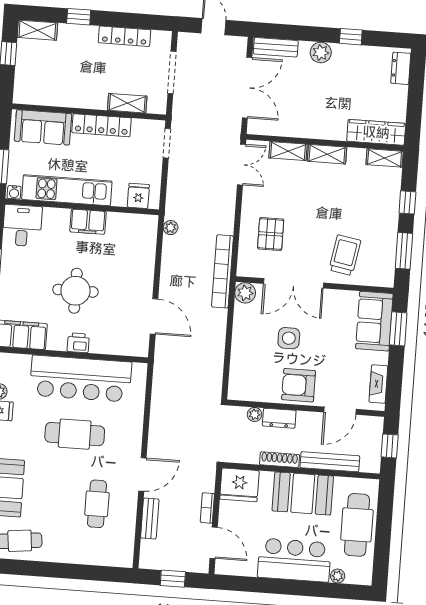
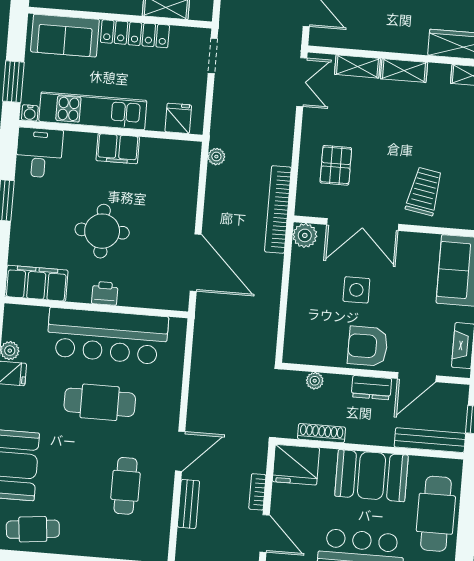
door: (154, 316) -> (196, 263), width x1.36
dresser: (279, 418) -> (371, 388), moved
shoe rack: (279, 460) -> (322, 433), moved
bench: (330, 462) -> (430, 440), moved

